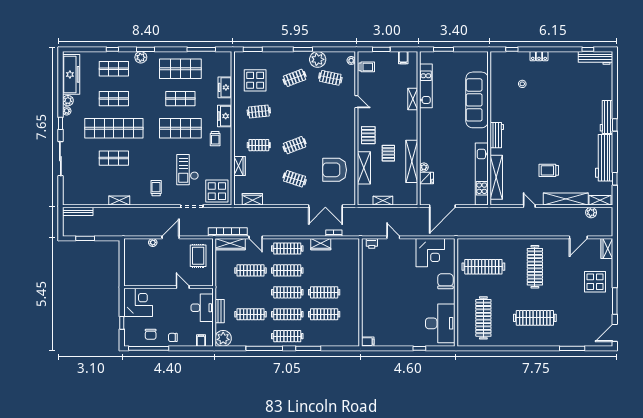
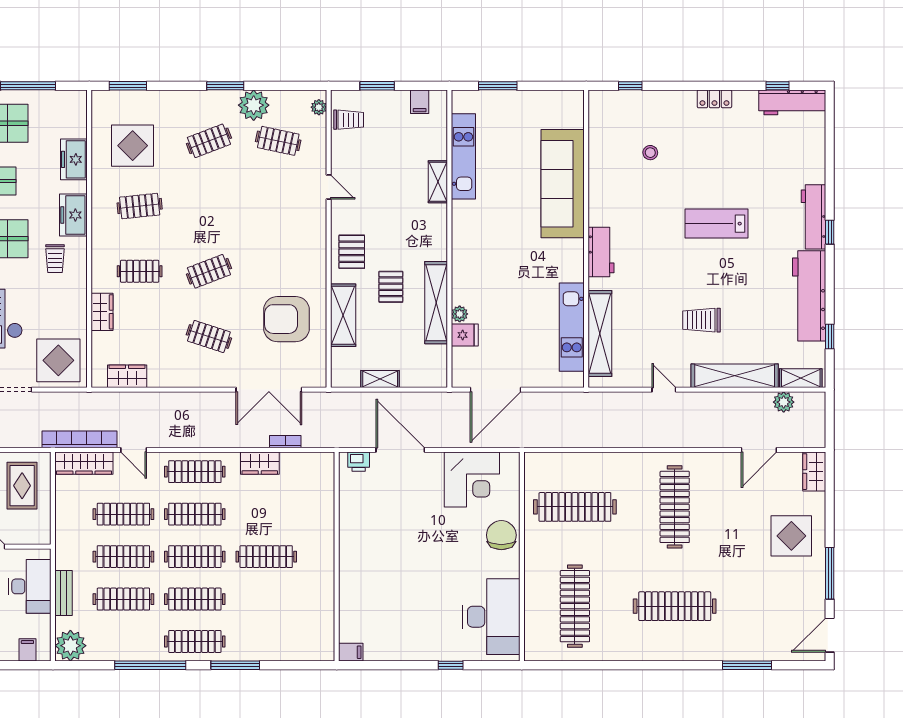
locker: (539, 56) -> (714, 99), moved
lab bench: (556, 121) -> (716, 224), added
kitchen unit: (482, 174) -> (572, 327), width x0.73
door: (393, 237) -> (400, 450), width x1.88
clothes rail: (324, 314) -> (123, 557), moved

